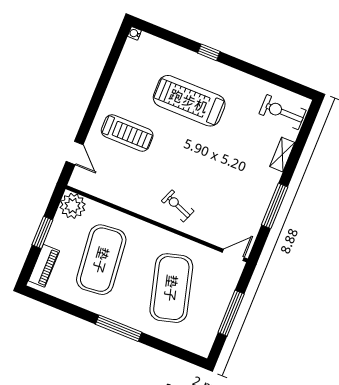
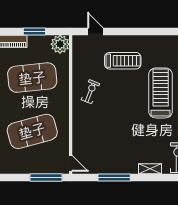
treadmill: (127, 133) -> (123, 61), turned -90
door: (75, 153) -> (95, 31), swing flipped
exercise bike: (178, 206) -> (90, 92), moved
window: (231, 313) -> (46, 178), moved

